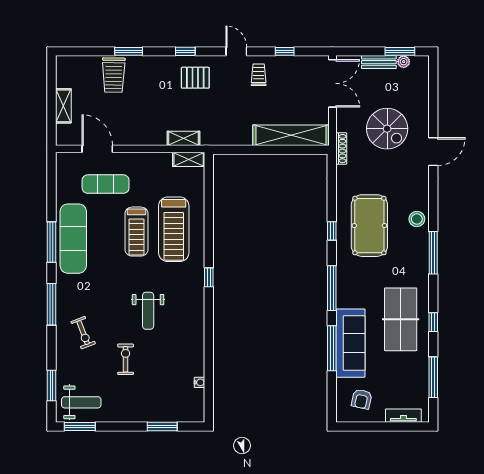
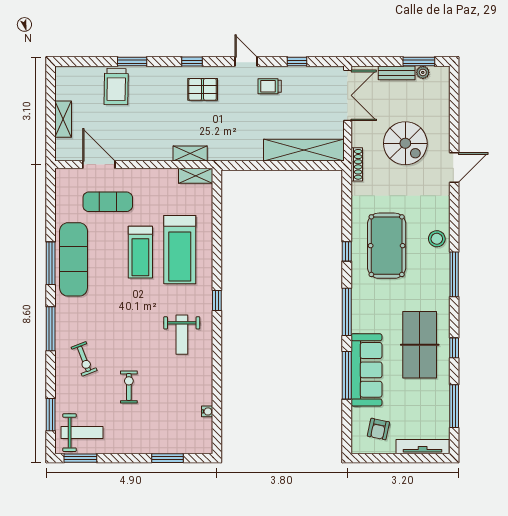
trolley: (259, 75) -> (270, 86), turned -90
weight bench: (148, 311) -> (182, 335), moved
tv unit: (403, 416) -> (423, 447), width x1.41

